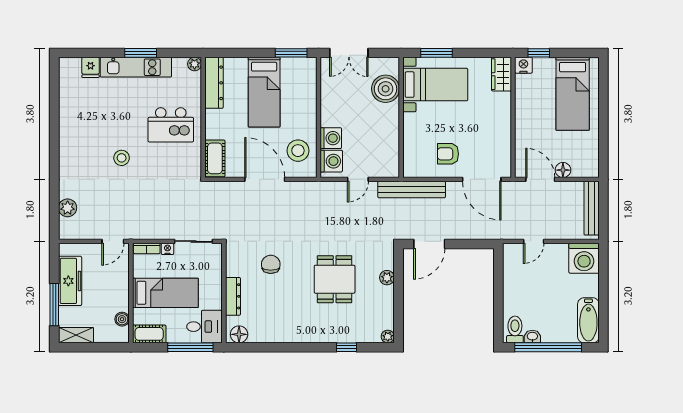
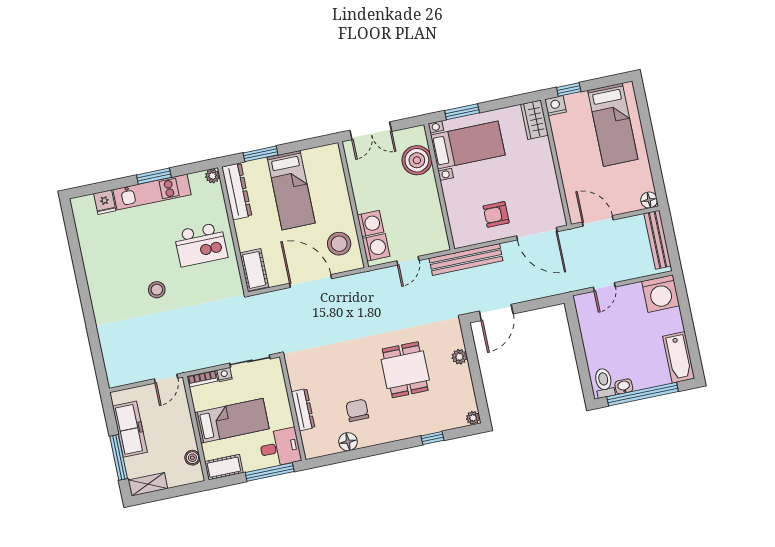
window: (291, 53) -> (261, 154), moved
floor lamp: (563, 170) -> (649, 200), moved
plant: (68, 208) -> (111, 354), removed
chair: (271, 264) -> (357, 410), moved
floor lamp: (239, 334) -> (348, 442), moved

